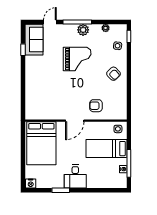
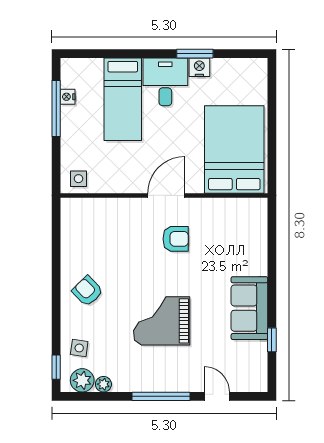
door: (50, 22) -> (217, 396), swing flipped
plant: (83, 30) -> (82, 380), moved
sofa: (34, 40) -> (249, 308), moved
armchair: (96, 106) -> (176, 239), moved
bed: (106, 149) -> (123, 99), moved, turned 90
nightstand: (31, 184) -> (199, 67), moved

